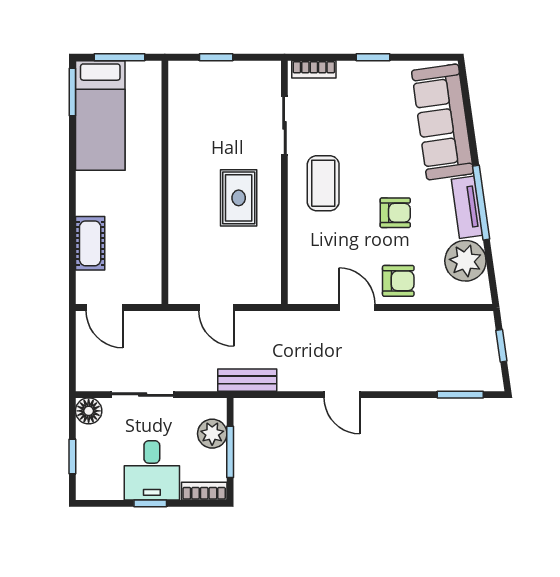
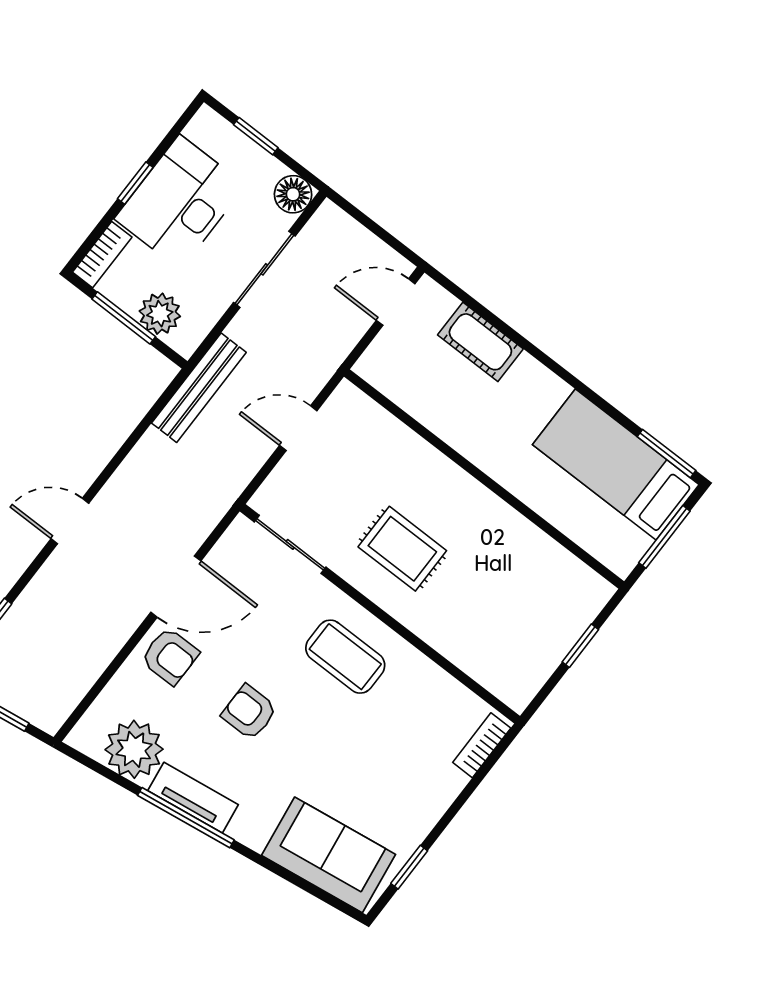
window: (373, 57) -> (409, 867), moved
sofa: (443, 122) -> (329, 855), width x0.73
sliding door: (284, 125) -> (290, 544), moved
armchair: (395, 213) -> (249, 712), turned 90
armchair: (398, 281) -> (170, 656), turned -90
door: (357, 308) -> (176, 587), width x1.38
bench: (247, 380) -> (199, 388), width x1.36
door: (342, 395) -> (70, 521), moved
desk: (152, 470) -> (180, 202), width x1.37

